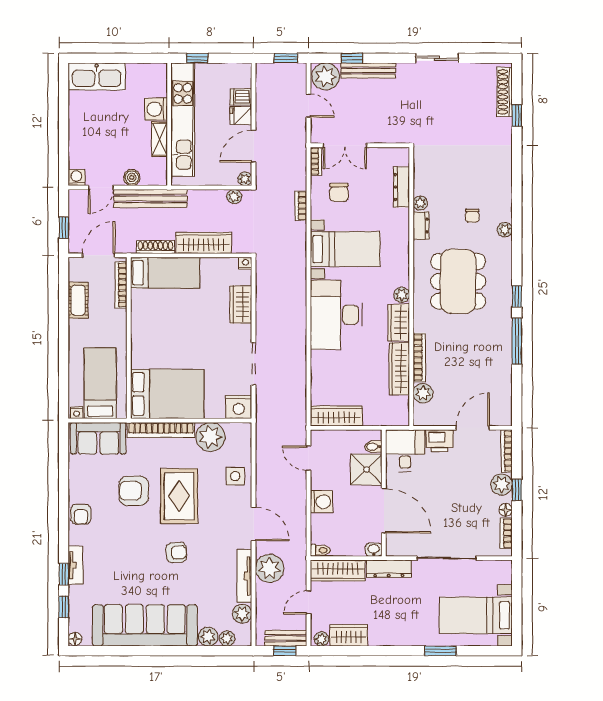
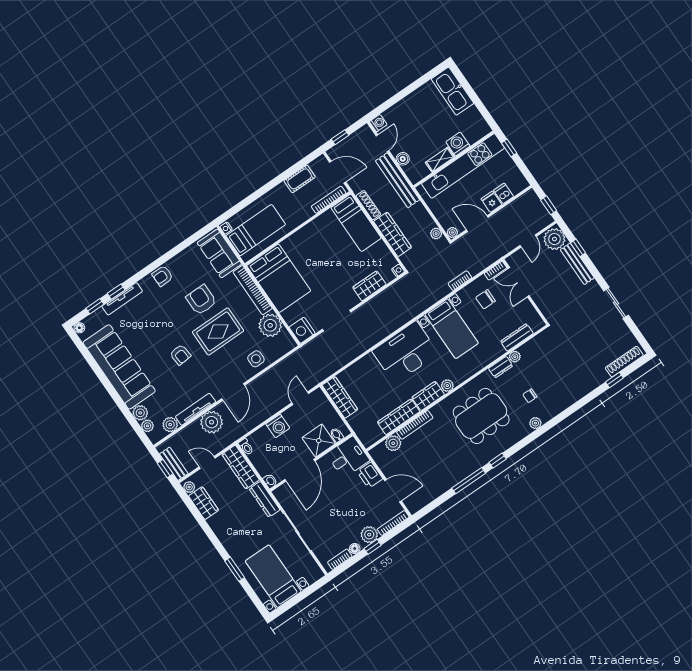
door: (101, 188) -> (382, 143), swing flipped
tv unit: (76, 565) -> (122, 299), width x1.41

